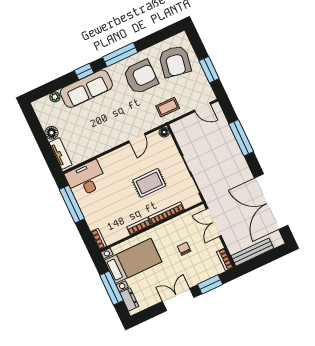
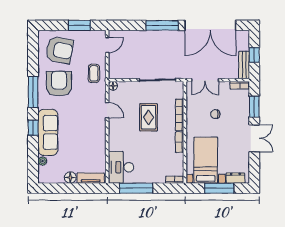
window: (241, 138) -> (162, 25), moved
bench: (252, 252) -> (244, 65), width x0.73
window: (262, 260) -> (254, 55), added
double door: (178, 299) -> (254, 138), swing flipped

